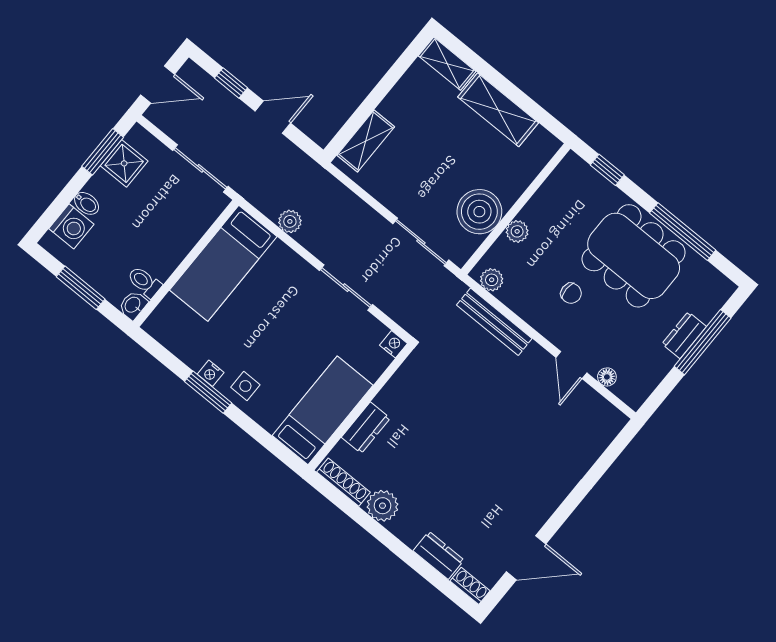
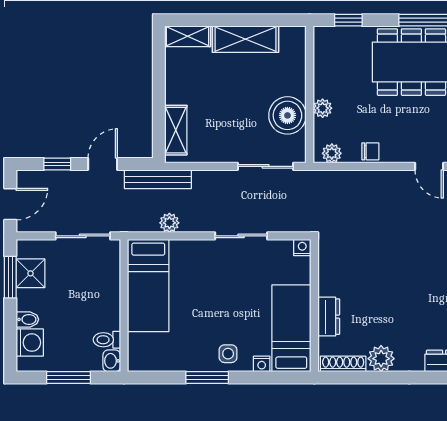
chair: (571, 293) -> (370, 151), moved
bench: (494, 322) -> (158, 179), moved
nightstand: (211, 373) -> (262, 364), moved

